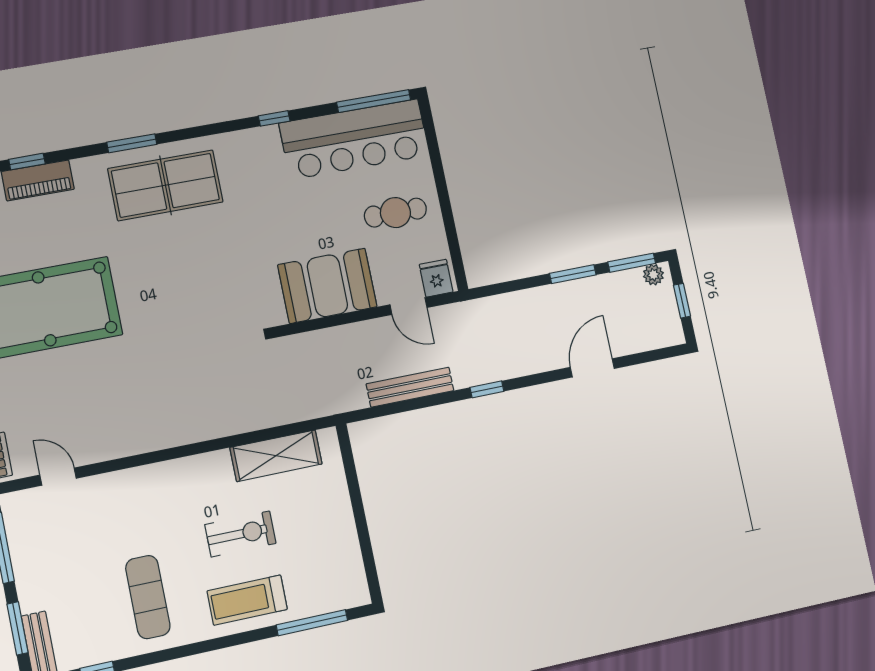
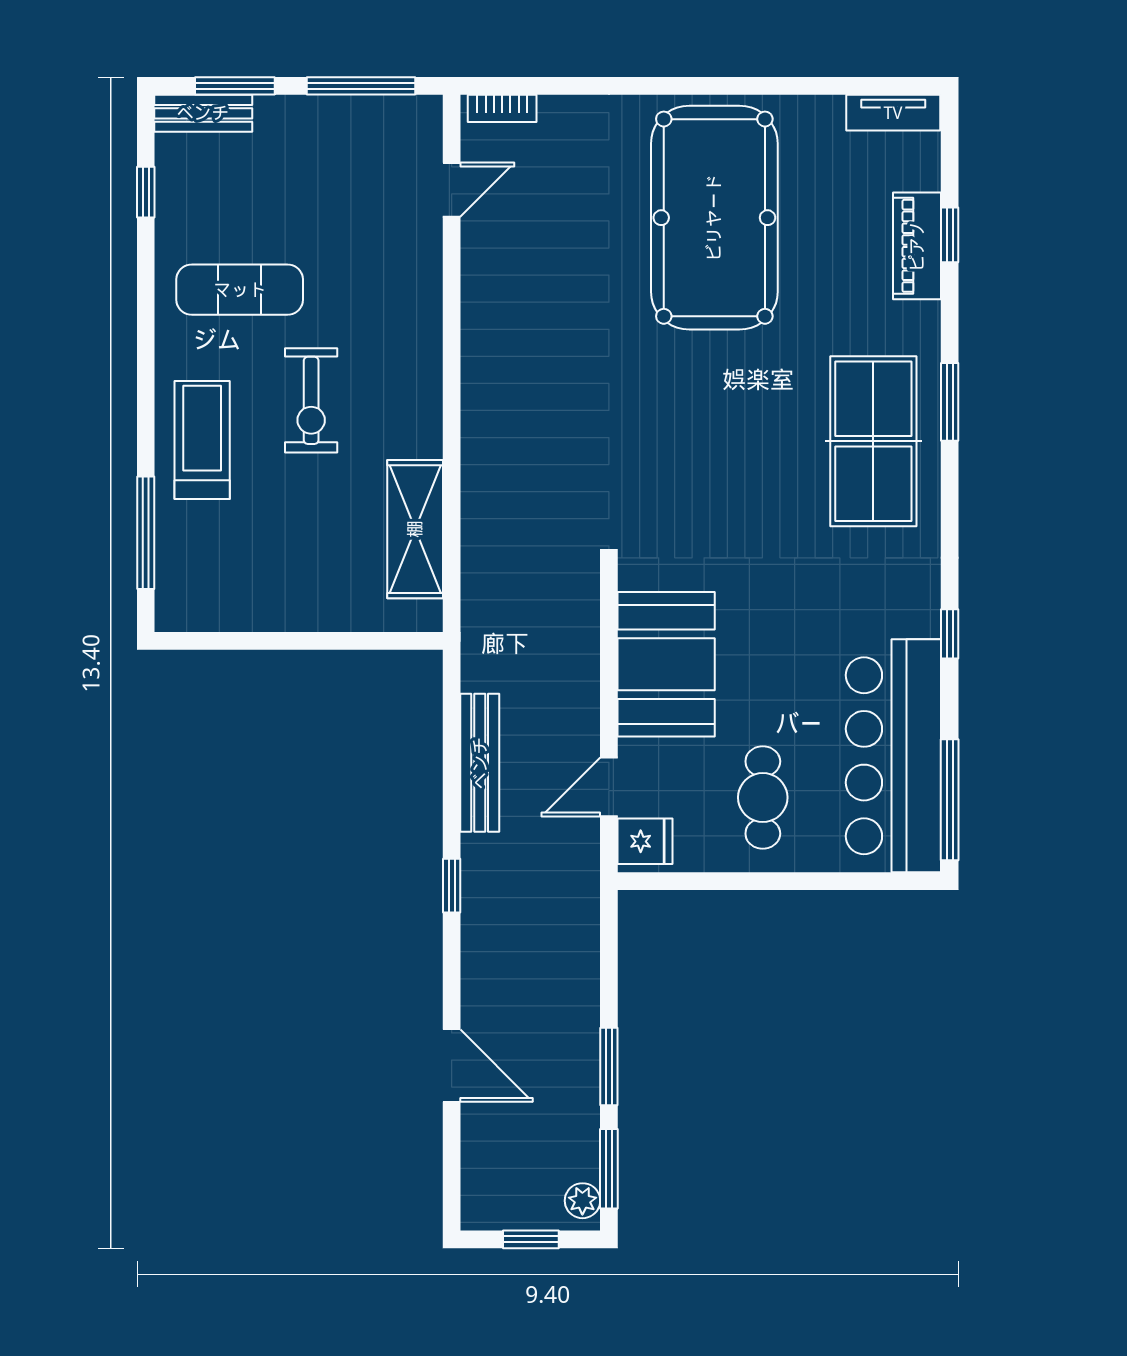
exercise bike: (241, 534) -> (311, 400), moved

